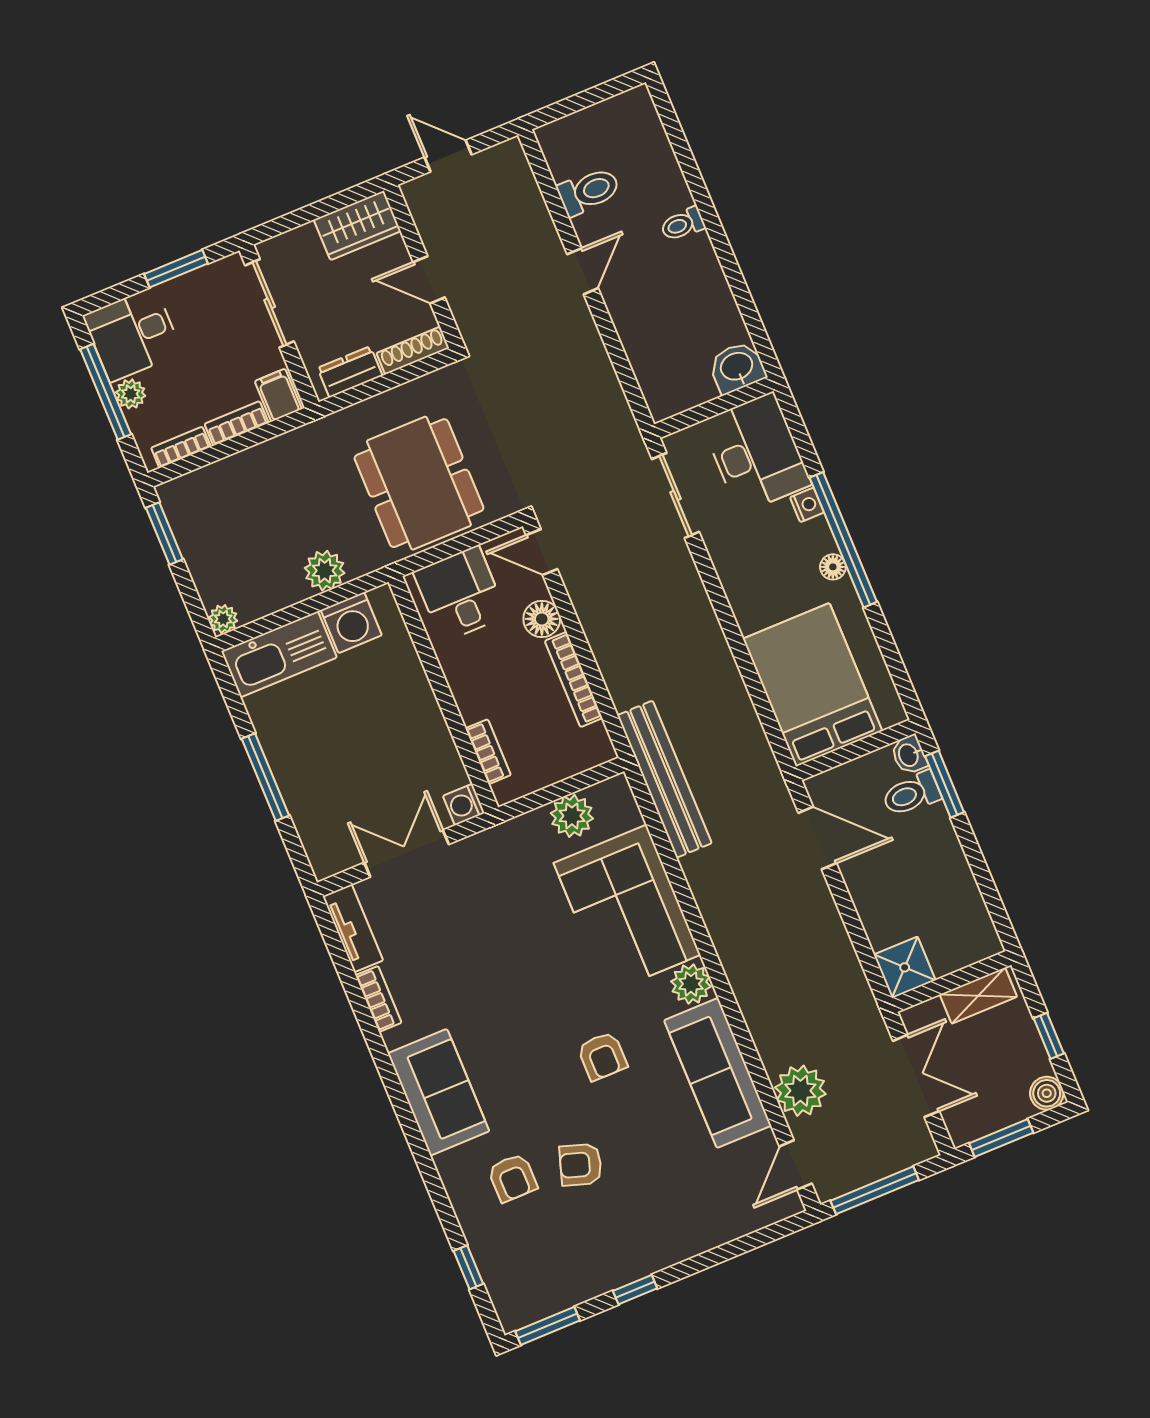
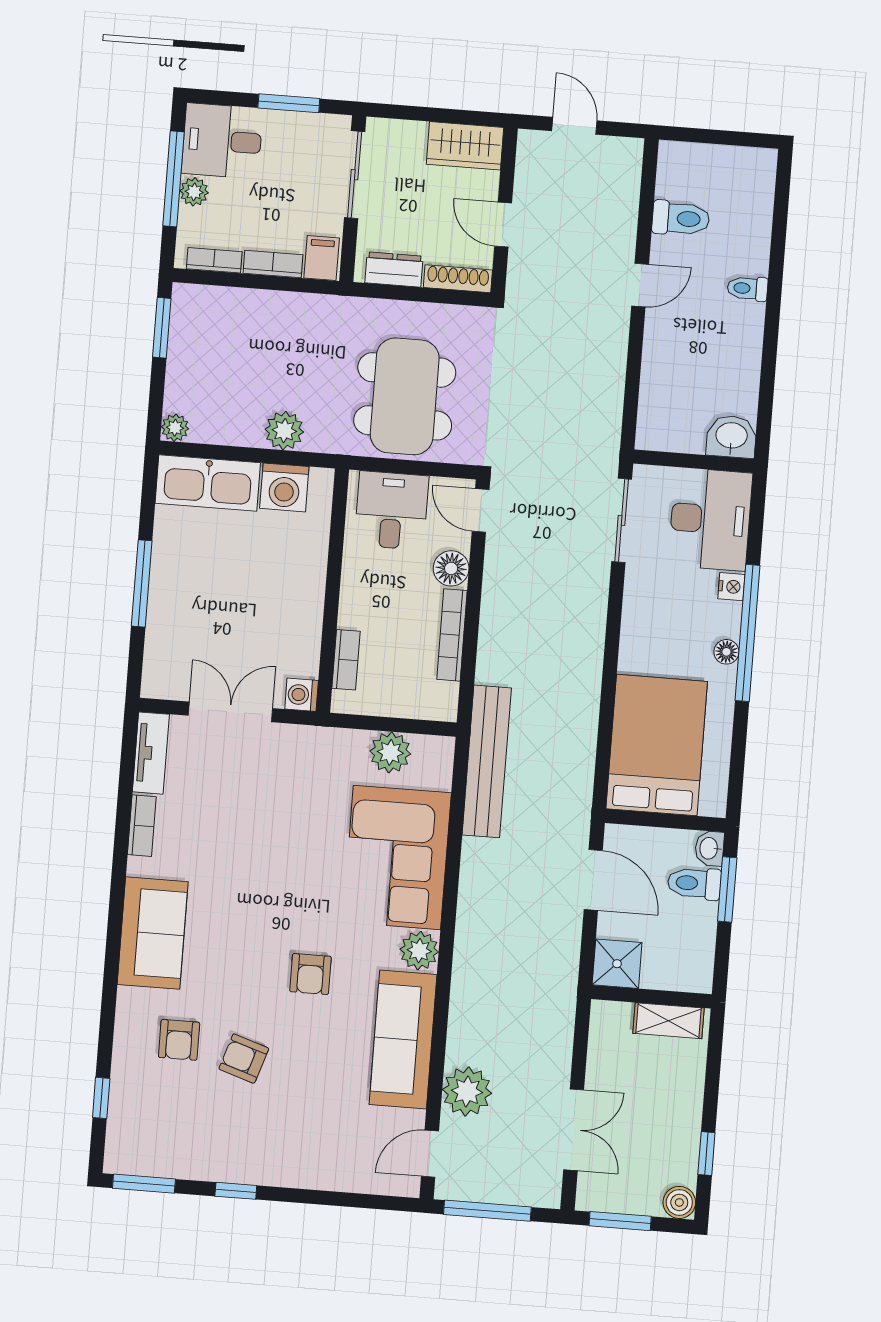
shower: (905, 967) -> (617, 964), moved
wall: (952, 982) -> (651, 997), moved
shelving: (978, 996) -> (668, 1021), moved

